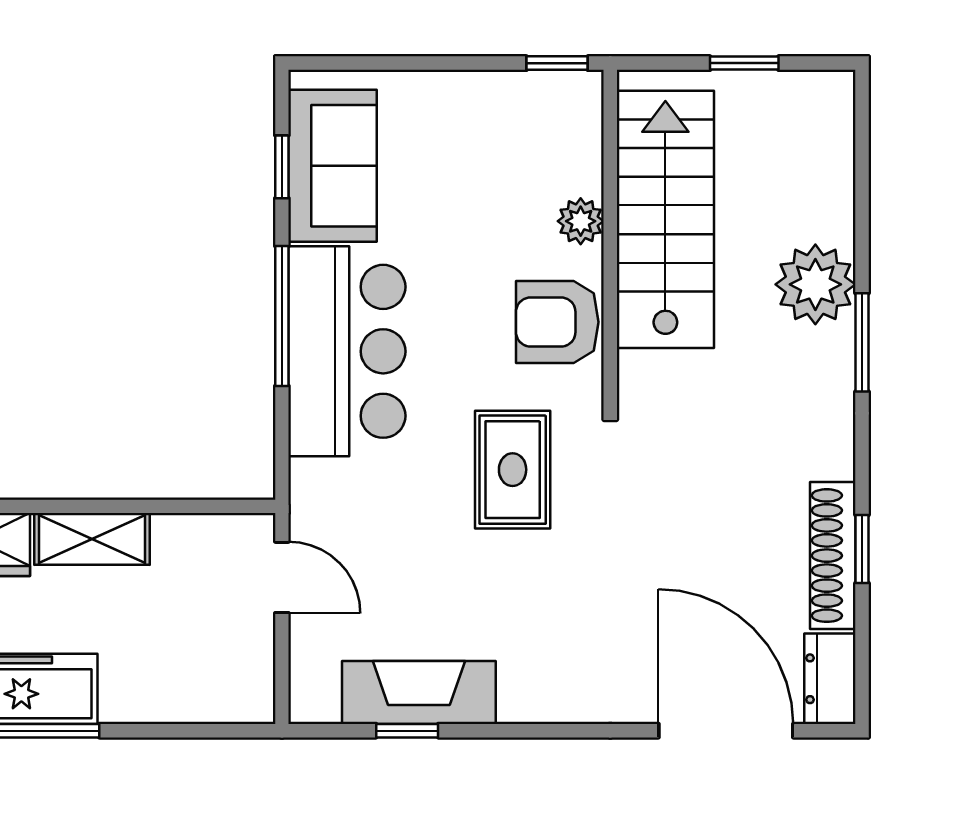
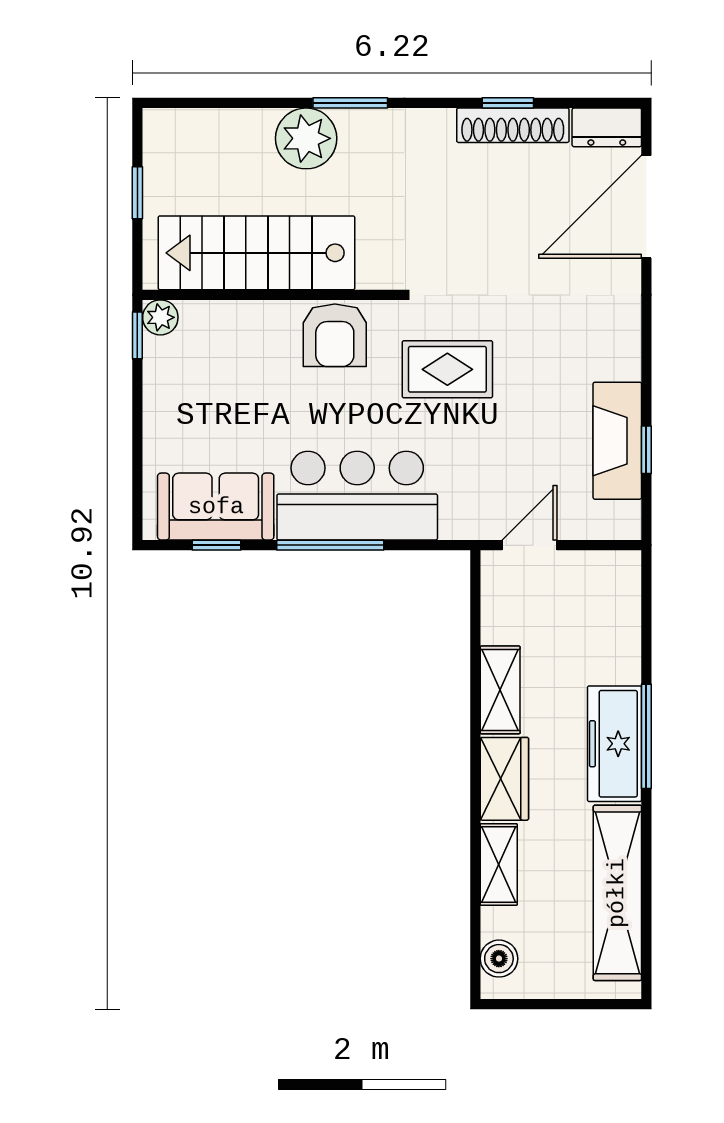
plant: (581, 221) -> (160, 317), moved

